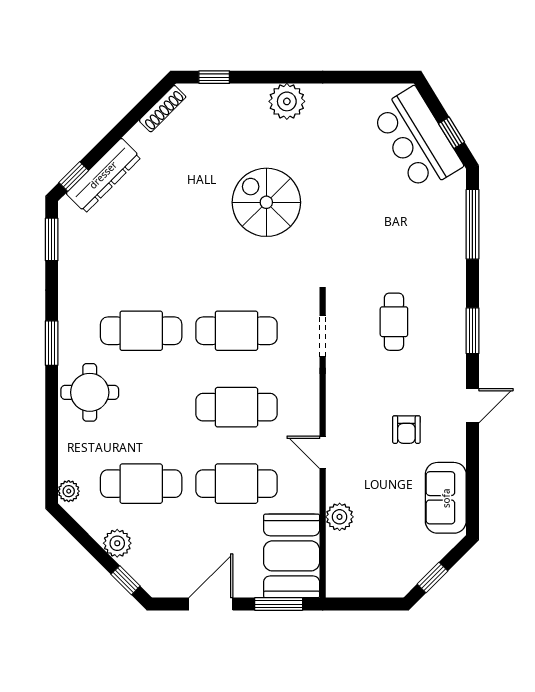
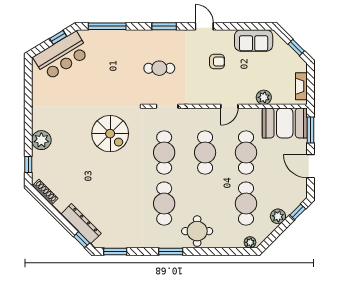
plant: (287, 101) -> (41, 140), moved
spiral stairs: (266, 202) -> (110, 134), moved, turned -90
fireplace: (360, 587) -> (301, 86), added

